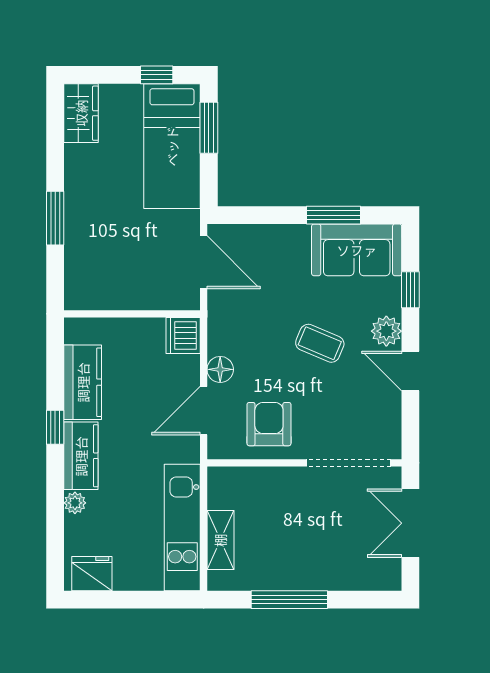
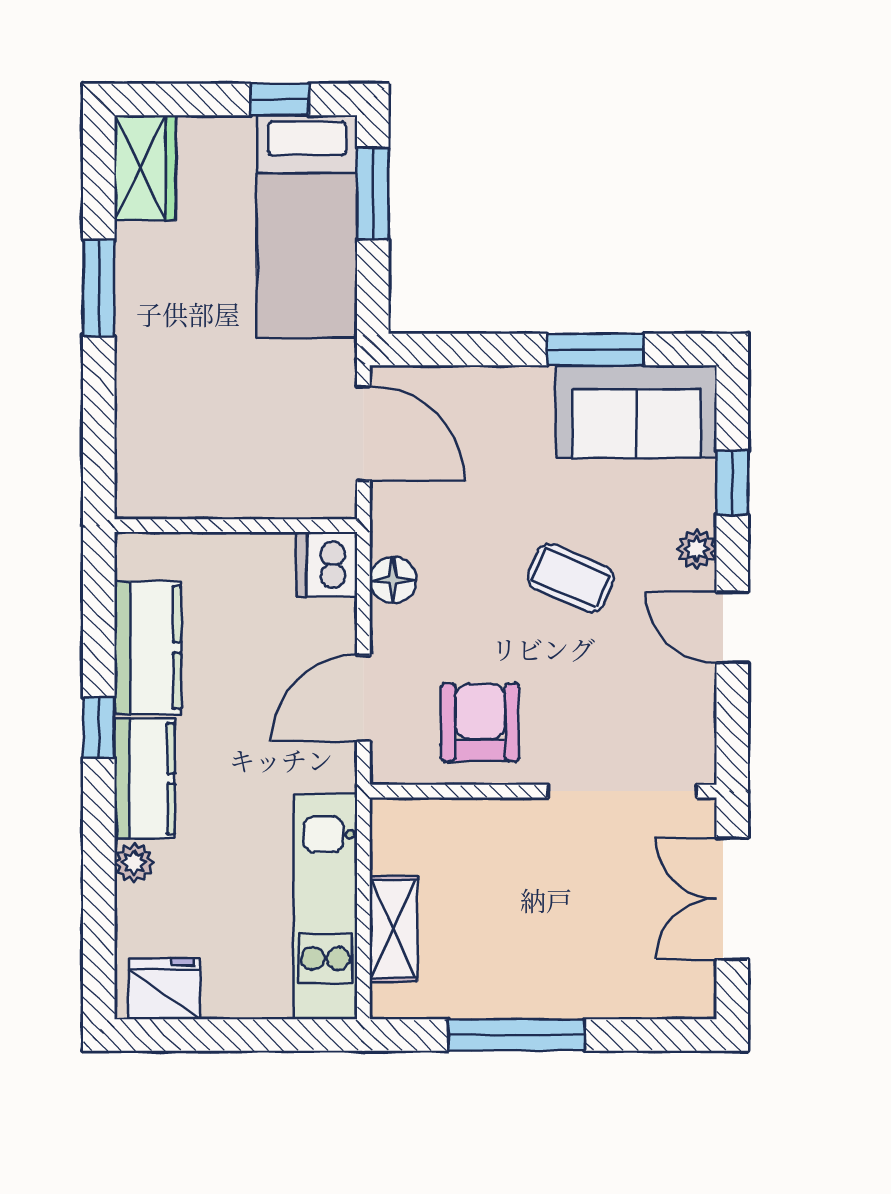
window: (55, 218) -> (99, 288), moved
plant: (386, 331) -> (697, 549), width x0.73, depth x0.73
floor lamp: (220, 369) -> (393, 580), moved

